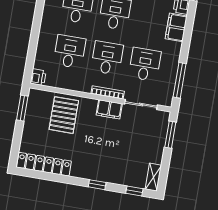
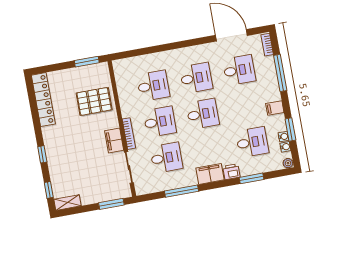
printer: (38, 77) -> (120, 66), removed
window: (180, 80) -> (182, 191), moved

